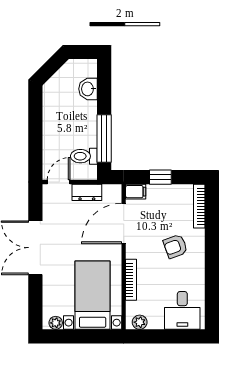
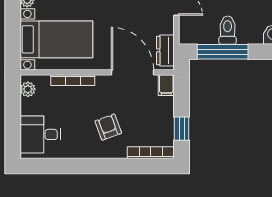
toilet: (84, 156) -> (228, 30), moved
window: (160, 177) -> (182, 129), moved
dresser: (87, 192) -> (165, 50), moved

